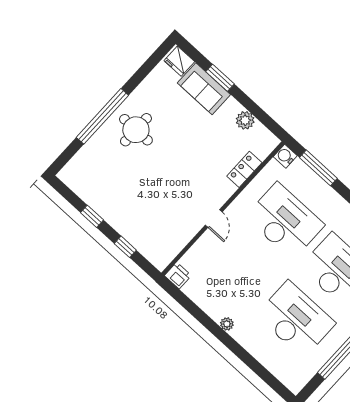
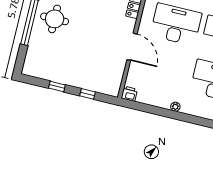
door: (214, 218) -> (132, 47), width x1.88

